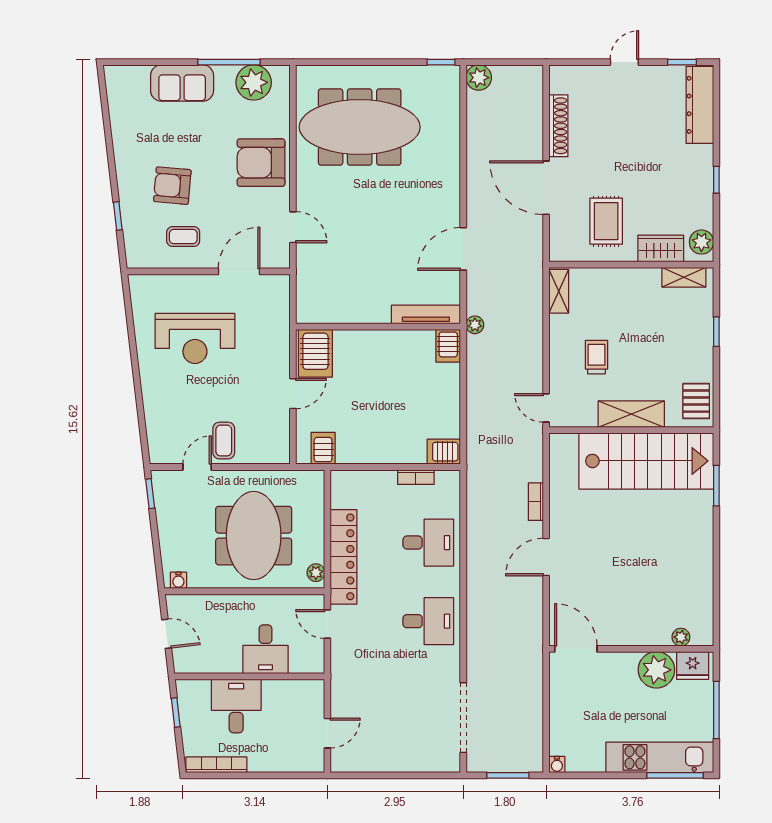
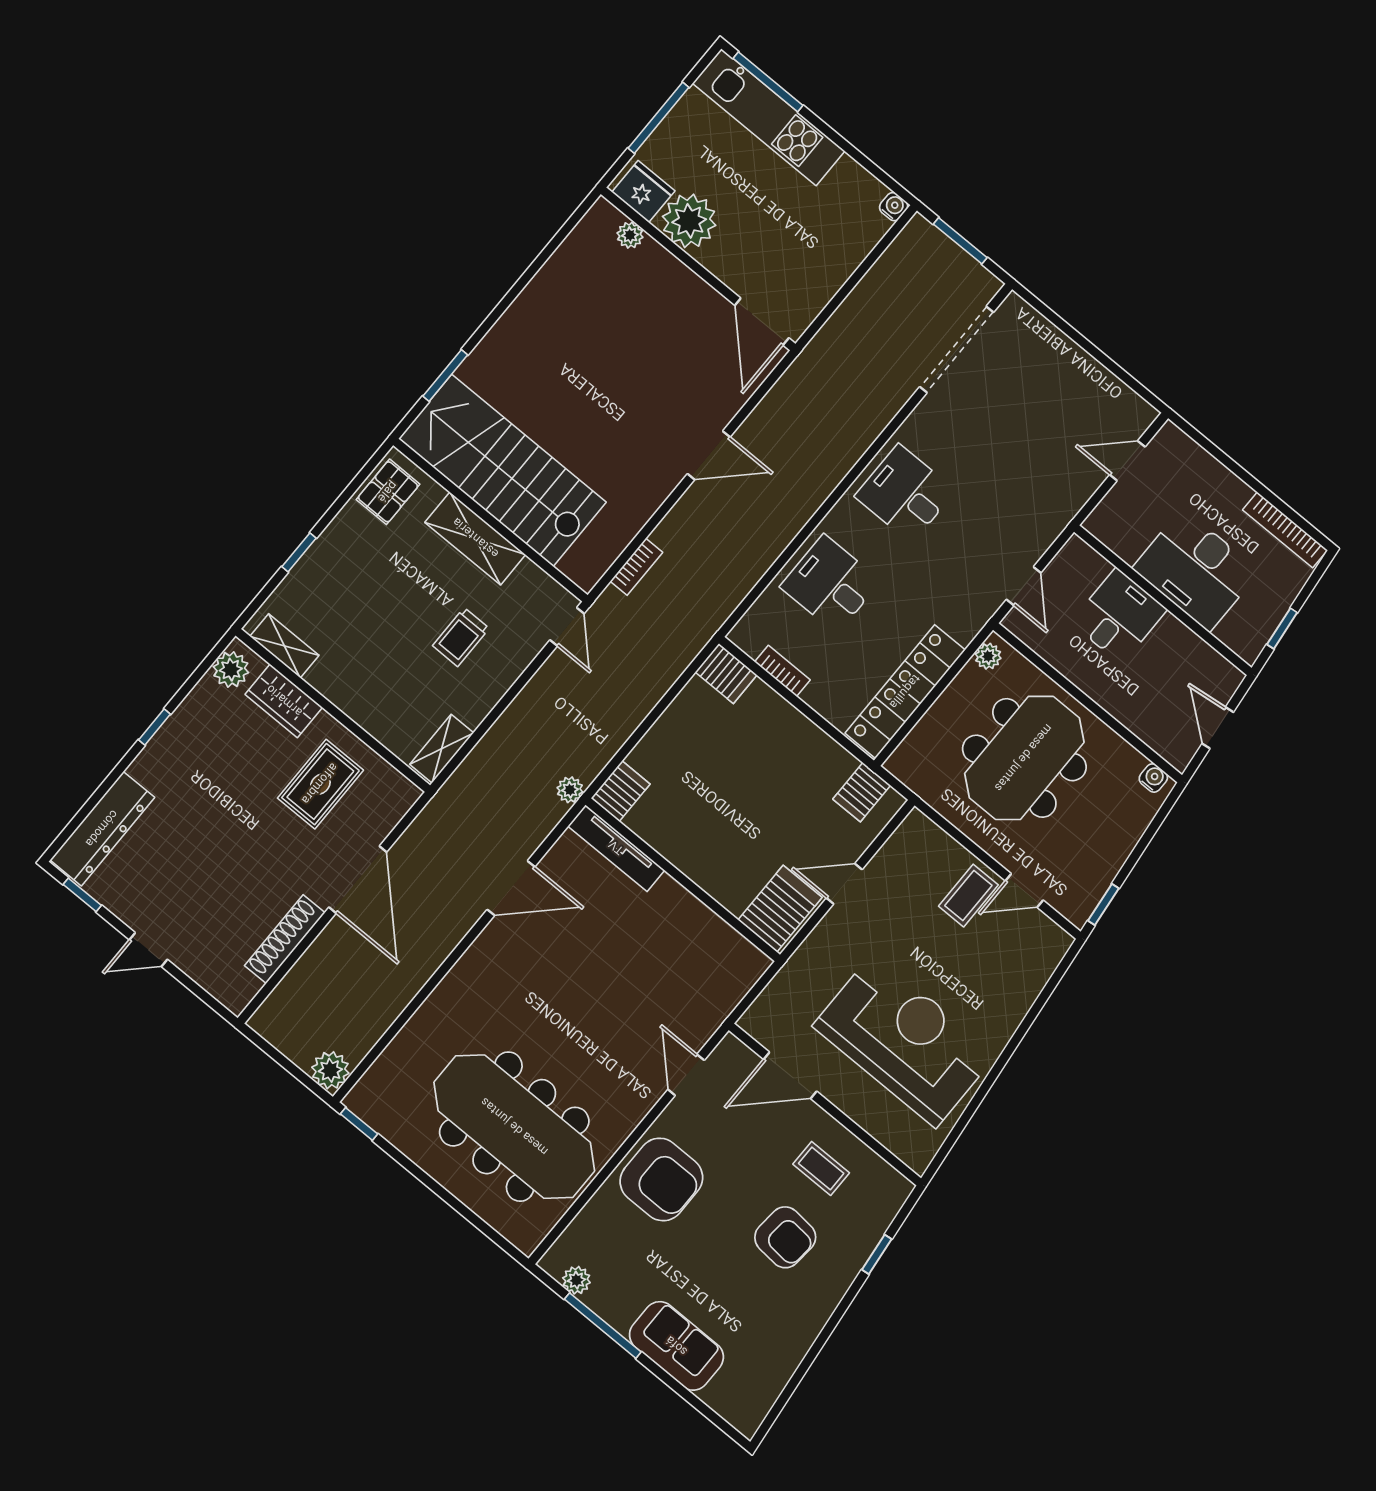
plant: (254, 82) -> (576, 1280), width x0.53, depth x0.53
reception desk: (195, 338) -> (904, 1040), width x1.36, depth x1.30
bookcase: (536, 502) -> (636, 567), moved
locker: (344, 557) -> (905, 692), moved
desk: (236, 706) -> (1196, 570), width x1.37

